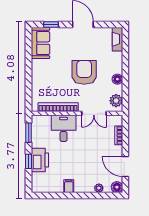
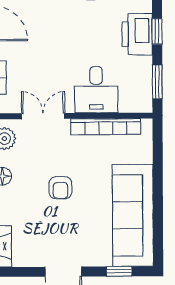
sofa: (40, 43) -> (133, 215), width x1.85, depth x1.27
armchair: (84, 72) -> (60, 188), width x0.53, depth x0.53

